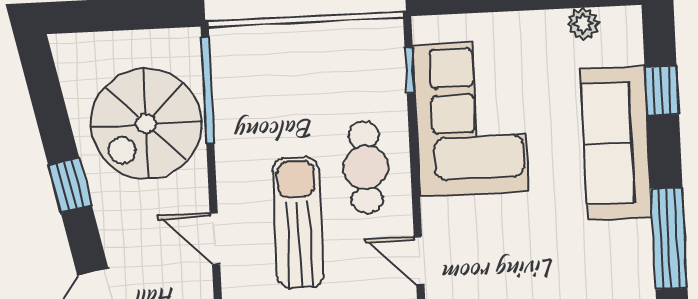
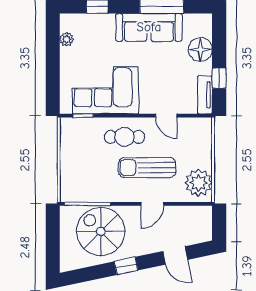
spiral stairs: (146, 124) -> (101, 231), turned 180
sofa: (616, 143) -> (149, 27), moved
door: (419, 261) -> (166, 116), hinge flipped

